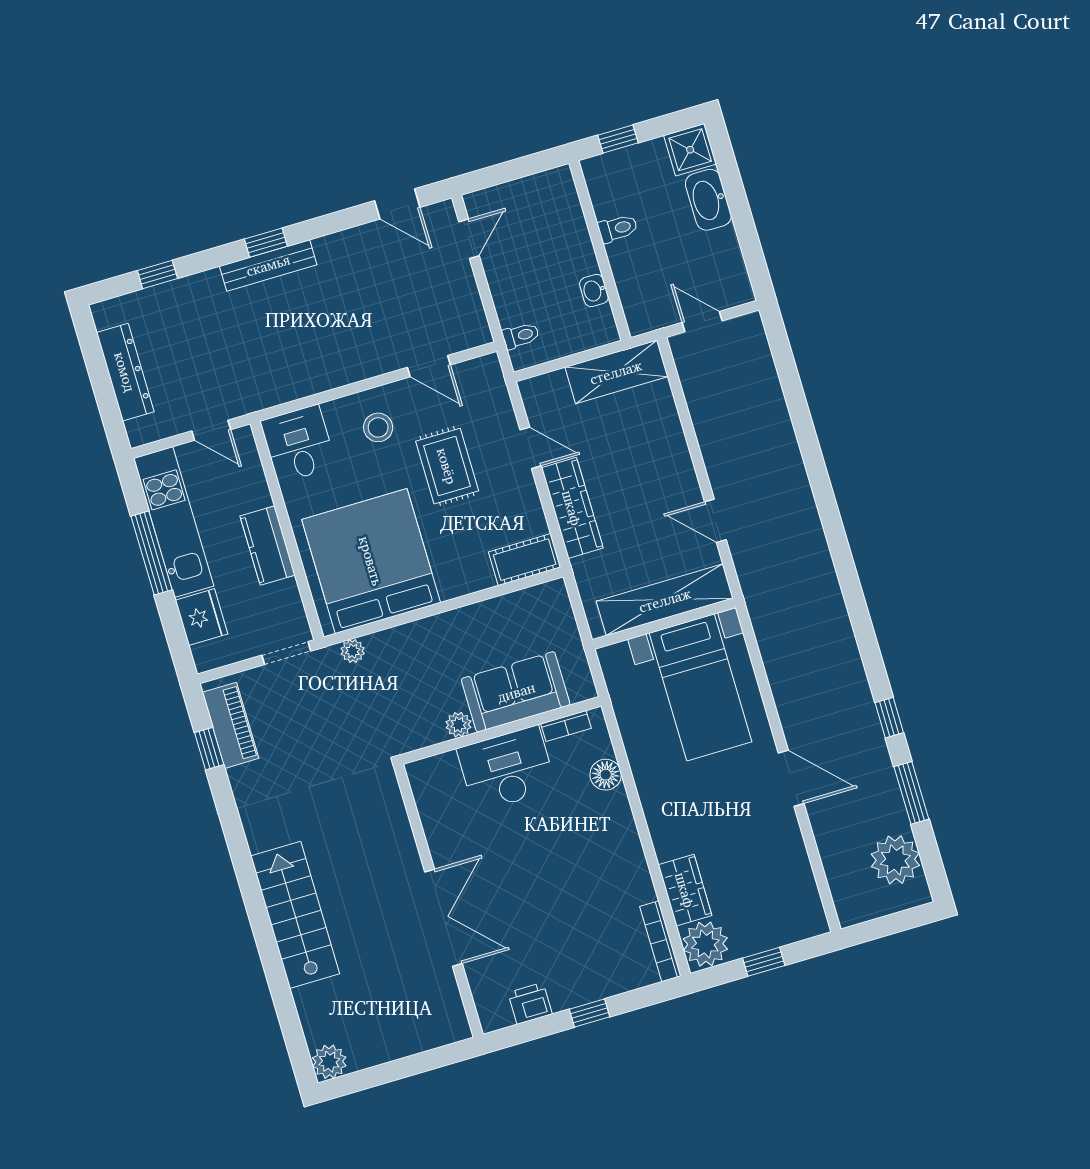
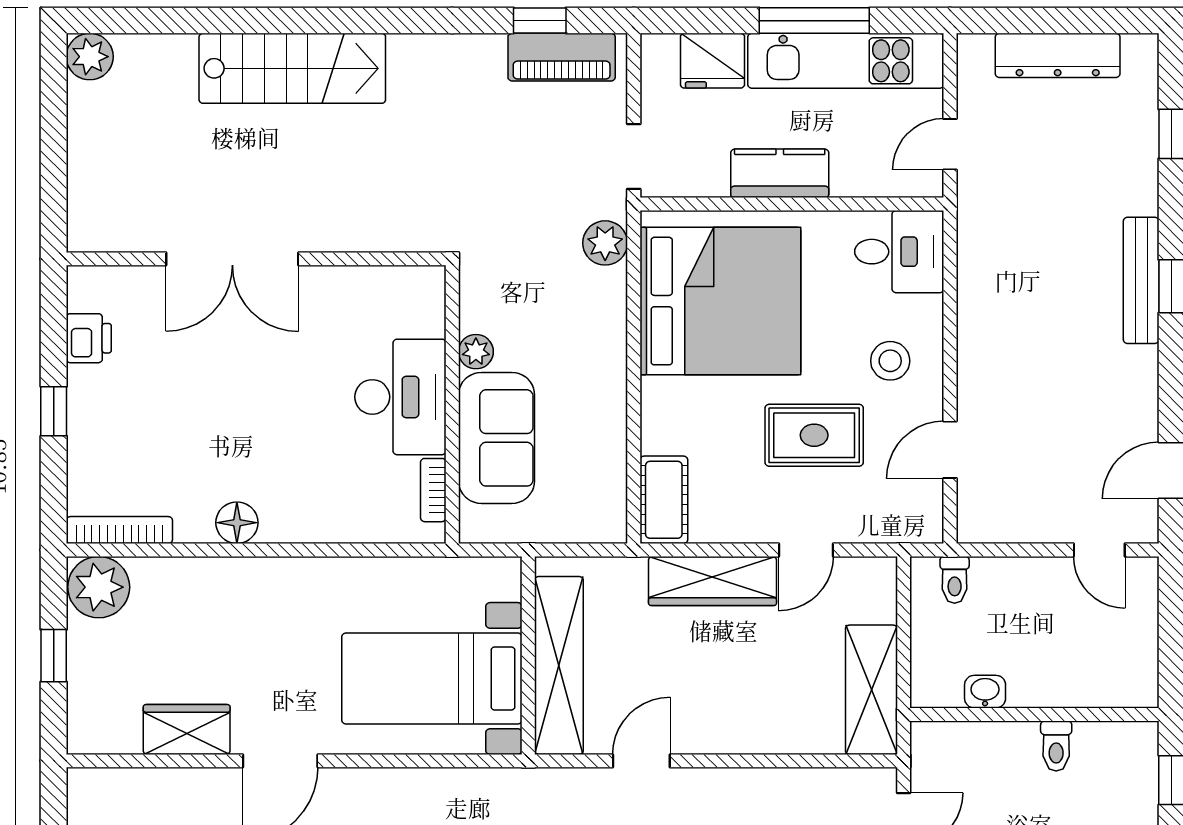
plant: (353, 651) -> (605, 243), width x1.38, depth x1.38
floor lamp: (606, 775) -> (237, 523), moved
wardrobe: (685, 890) -> (187, 729), moved, turned 180

